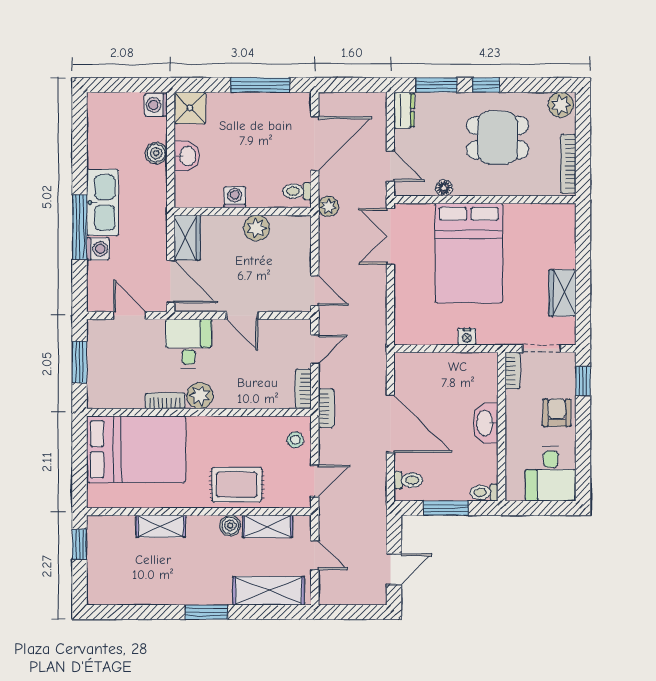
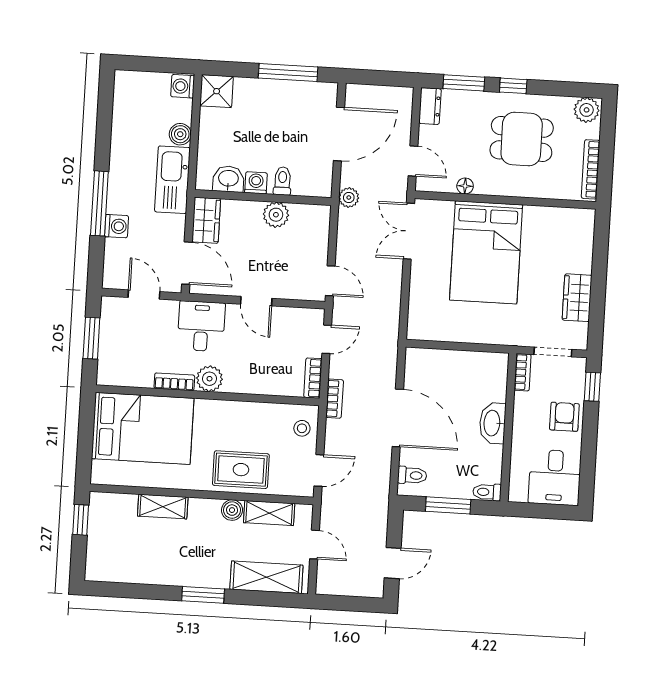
washbasin: (187, 156) -> (228, 179), moved, turned -90
toilet: (297, 191) -> (282, 181), moved, turned 90
kitchen sink: (103, 202) -> (172, 180), moved, turned 180
nightstand: (467, 337) -> (479, 336), removed

